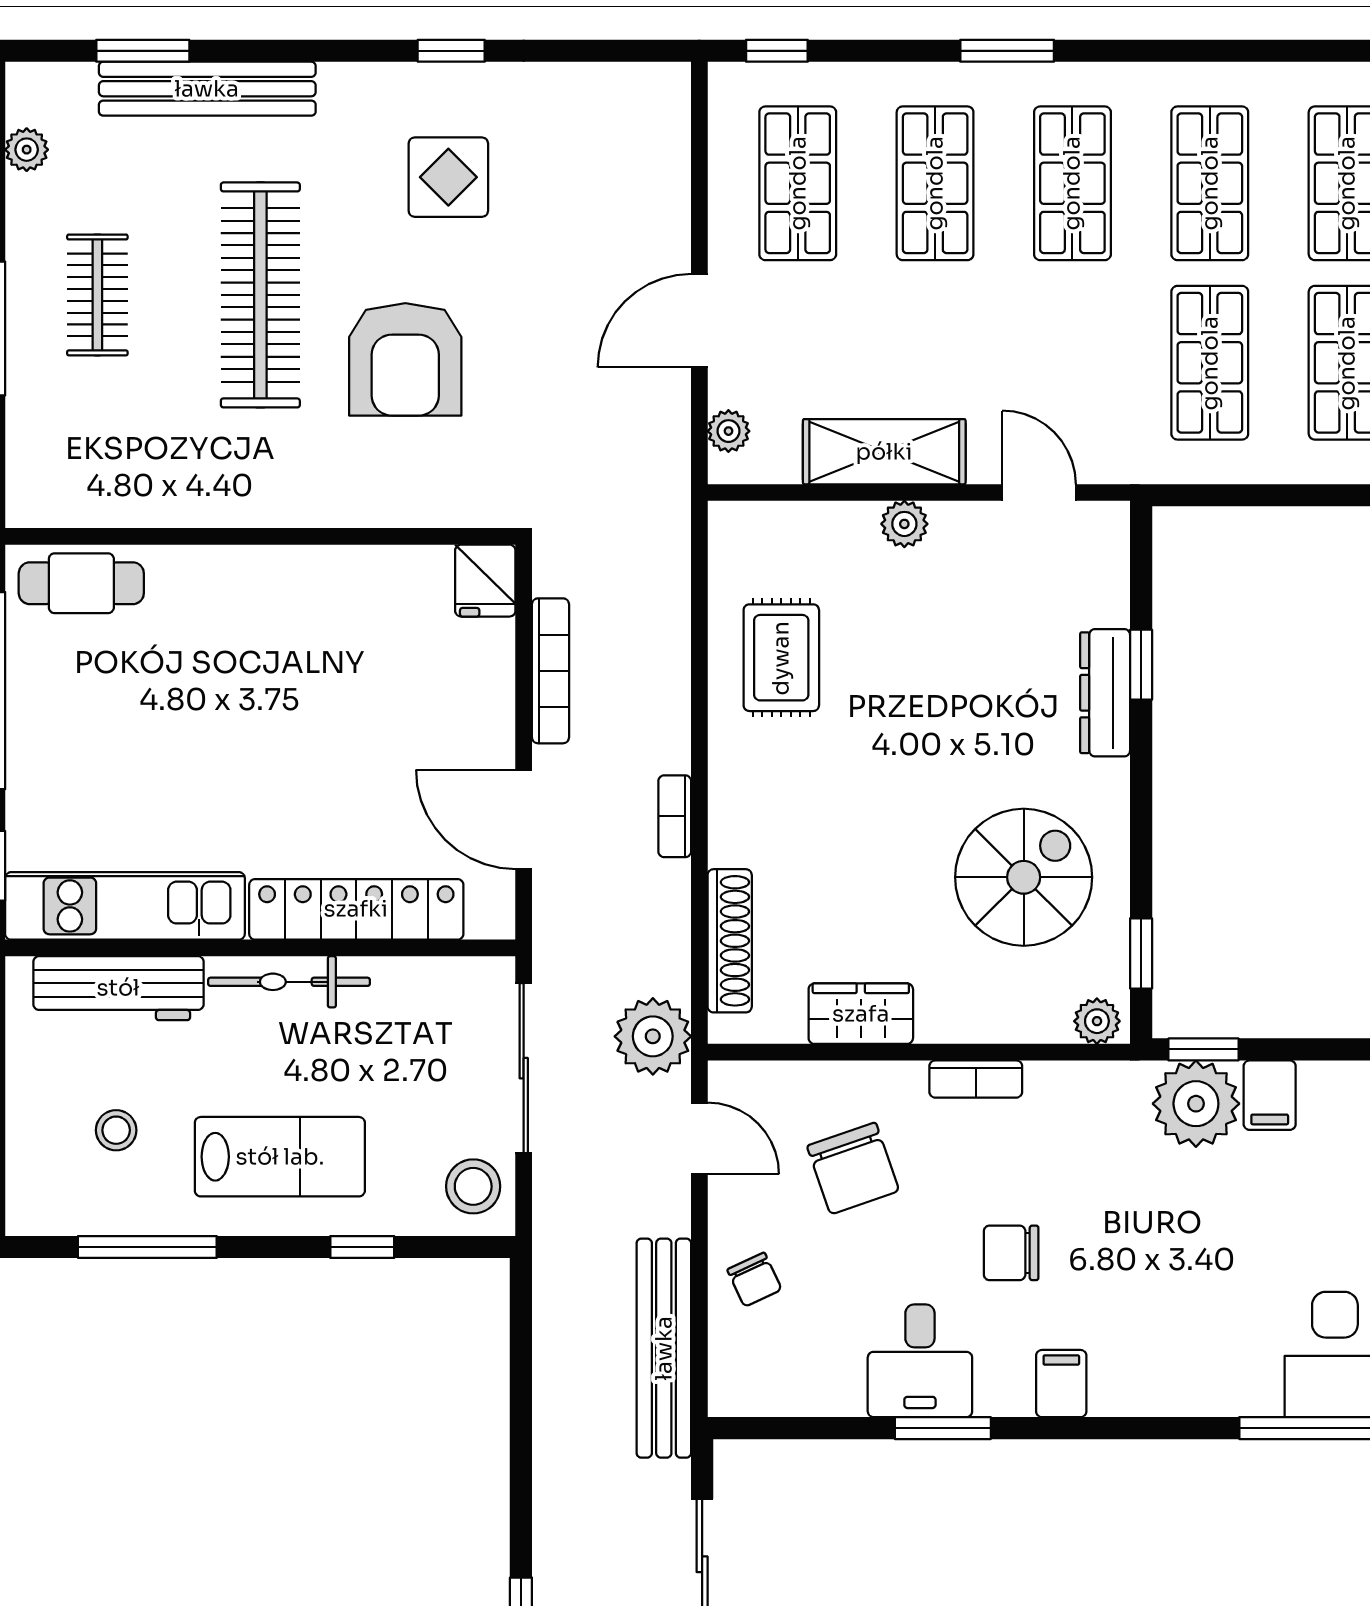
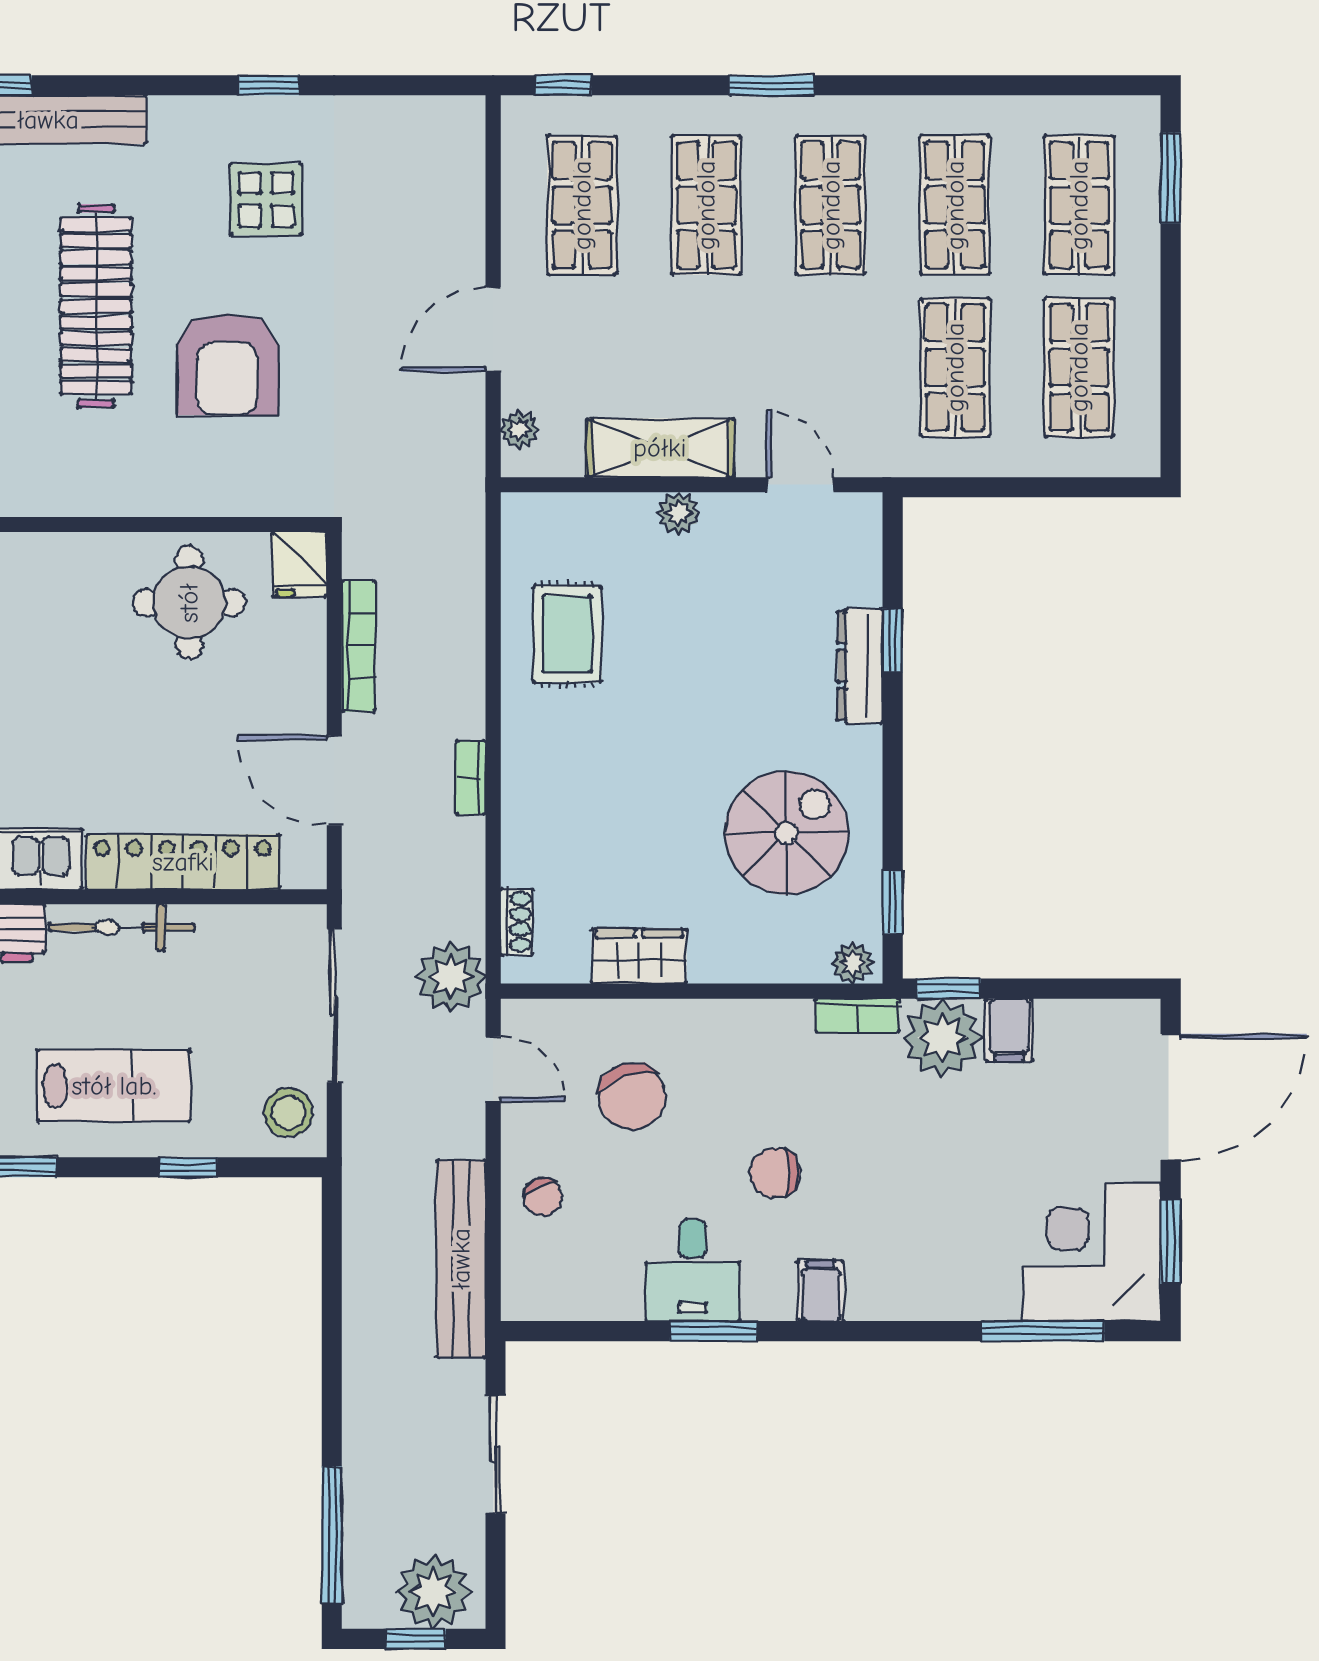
round table: (364, 623) -> (189, 603), added
shoe rack: (730, 941) -> (517, 922), width x0.51, depth x0.81
bookcase: (976, 1079) -> (857, 1015), moved

